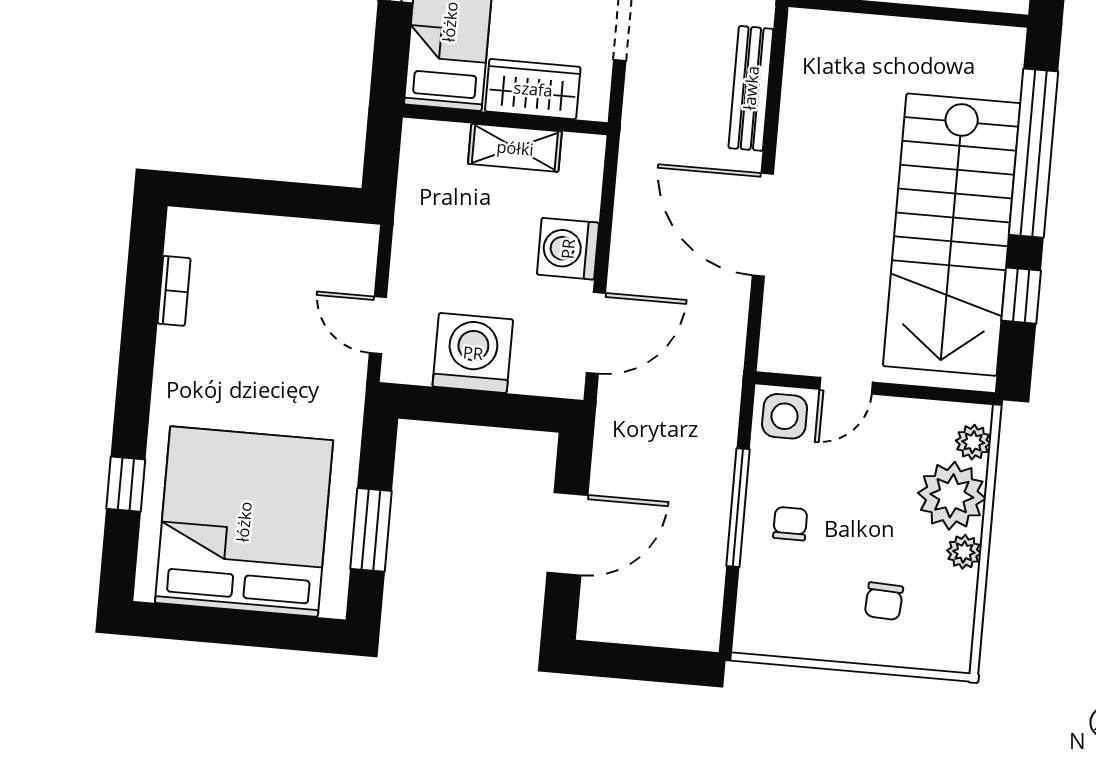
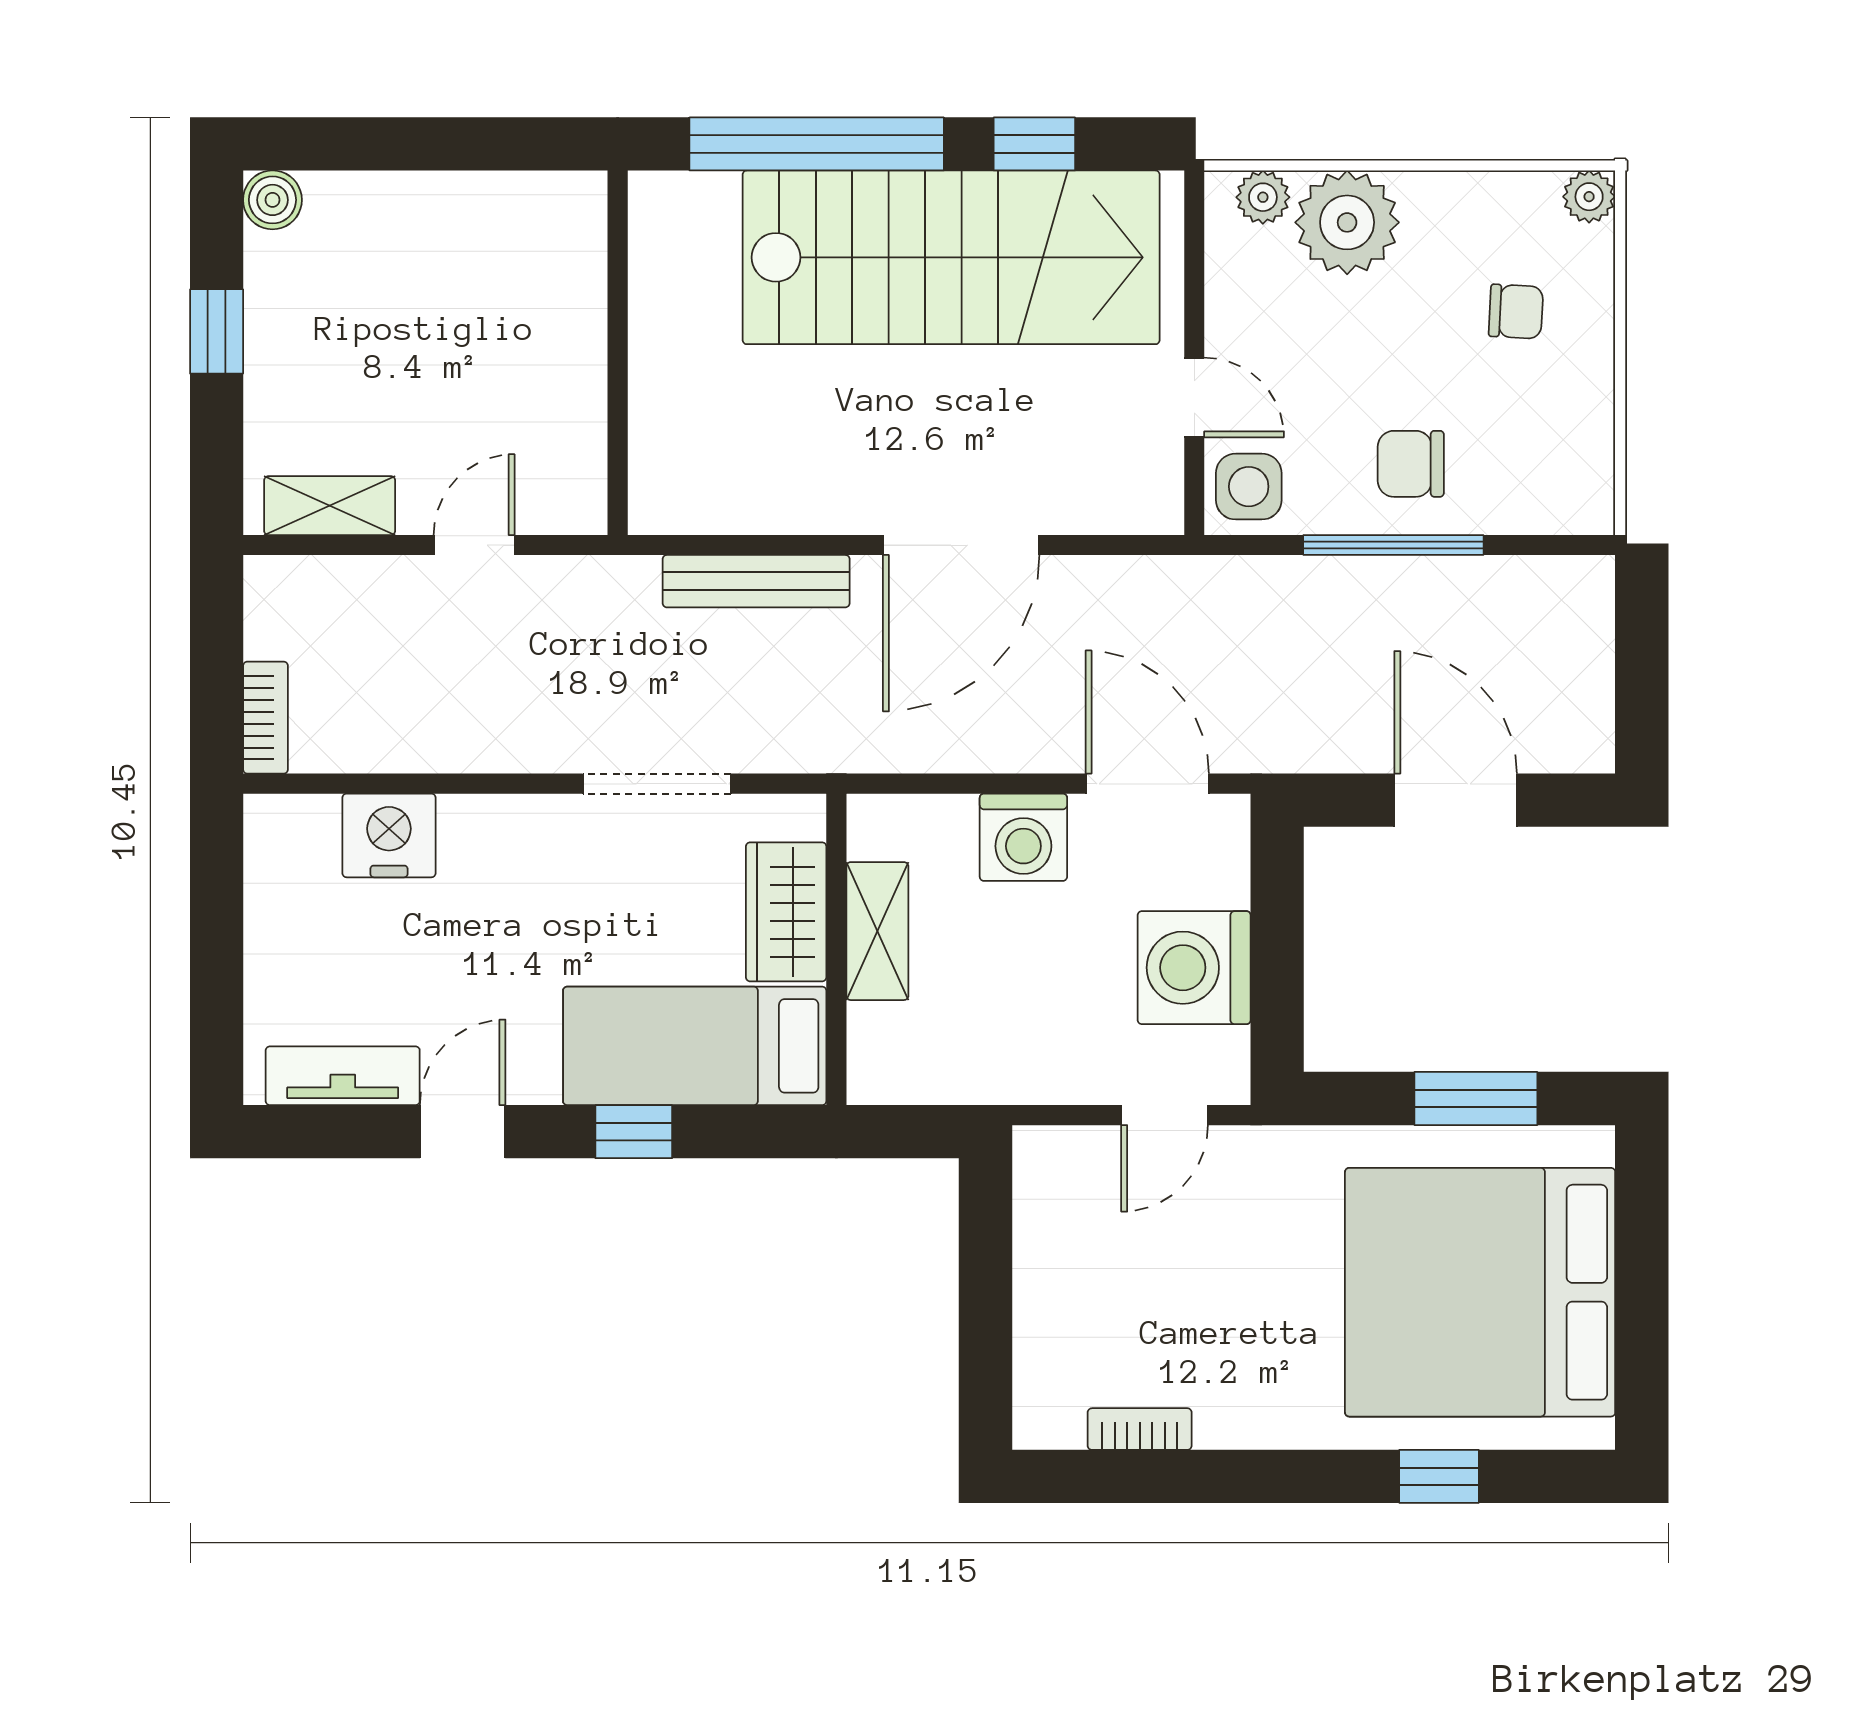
chair: (790, 524) -> (1411, 464), width x1.37, depth x1.37
plant: (964, 552) -> (1589, 197), moved

